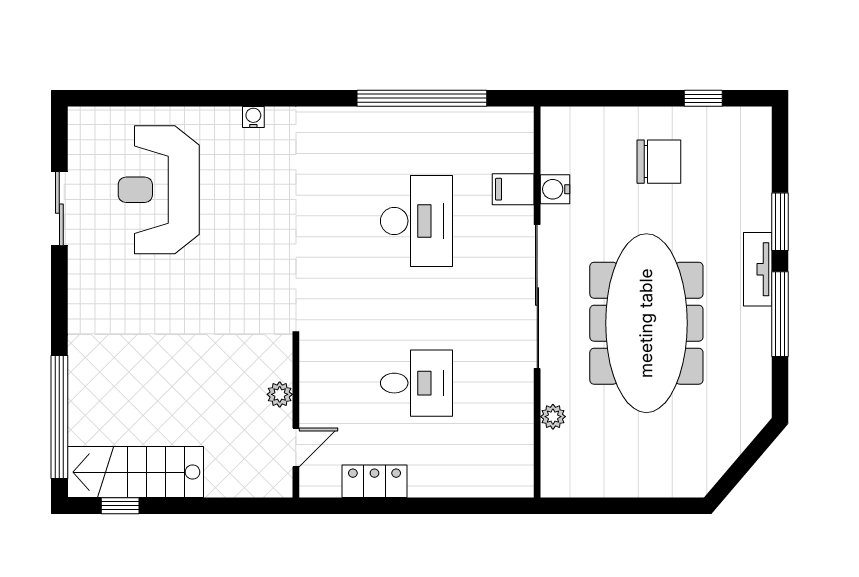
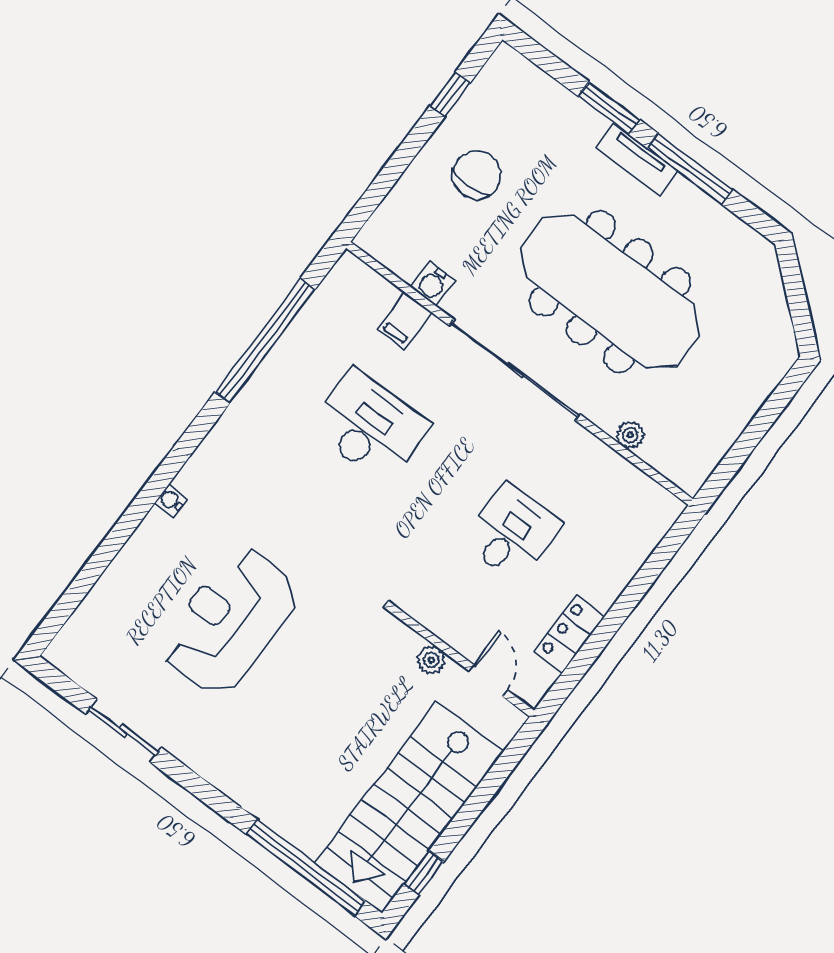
reception desk: (159, 190) -> (230, 621), moved, turned 90
stairs: (135, 472) -> (409, 807), width x1.36, depth x1.51

